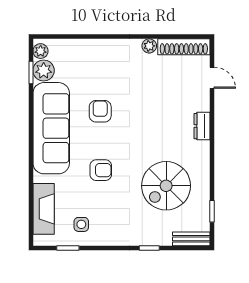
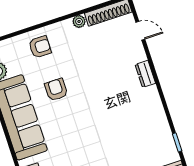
armchair: (101, 170) -> (40, 47), moved
spiral stairs: (166, 186) -> (132, 134), removed

